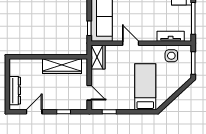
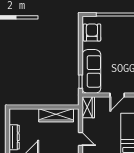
door: (131, 43) -> (117, 95), swing flipped

